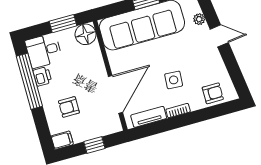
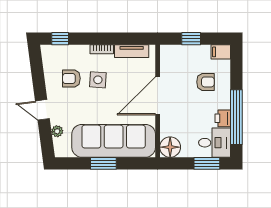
window: (63, 24) -> (207, 163), moved
armchair: (213, 93) -> (71, 78), moved
door: (115, 94) -> (158, 96), moved
window: (221, 110) -> (60, 39), added

